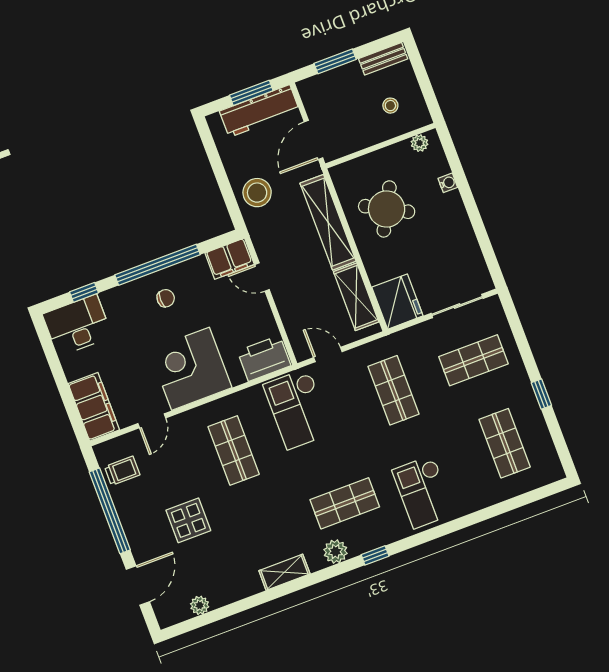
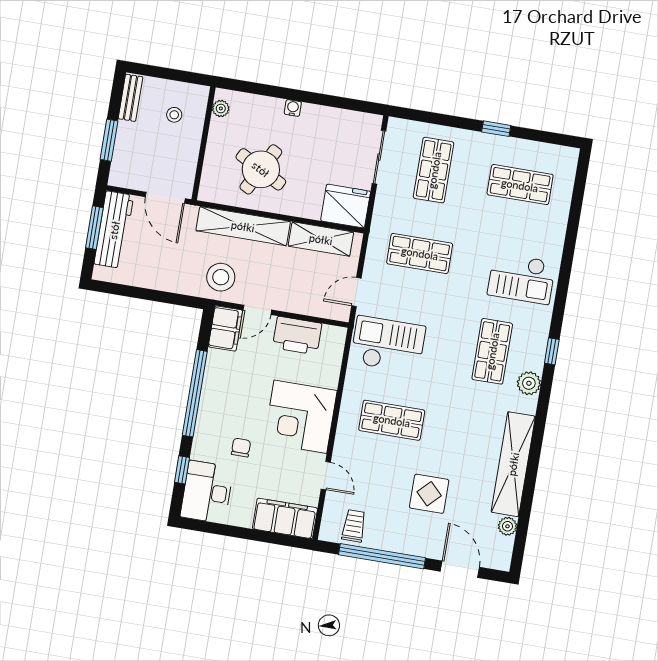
water cooler: (448, 183) -> (293, 108), moved
stool: (257, 193) -> (221, 277), moved
chair: (166, 298) -> (241, 448), moved
printer: (264, 358) -> (297, 336), moved, turned -90
checkout: (298, 409) -> (388, 345), turned 180
shelving: (284, 572) -> (513, 464), width x2.20, depth x1.33

